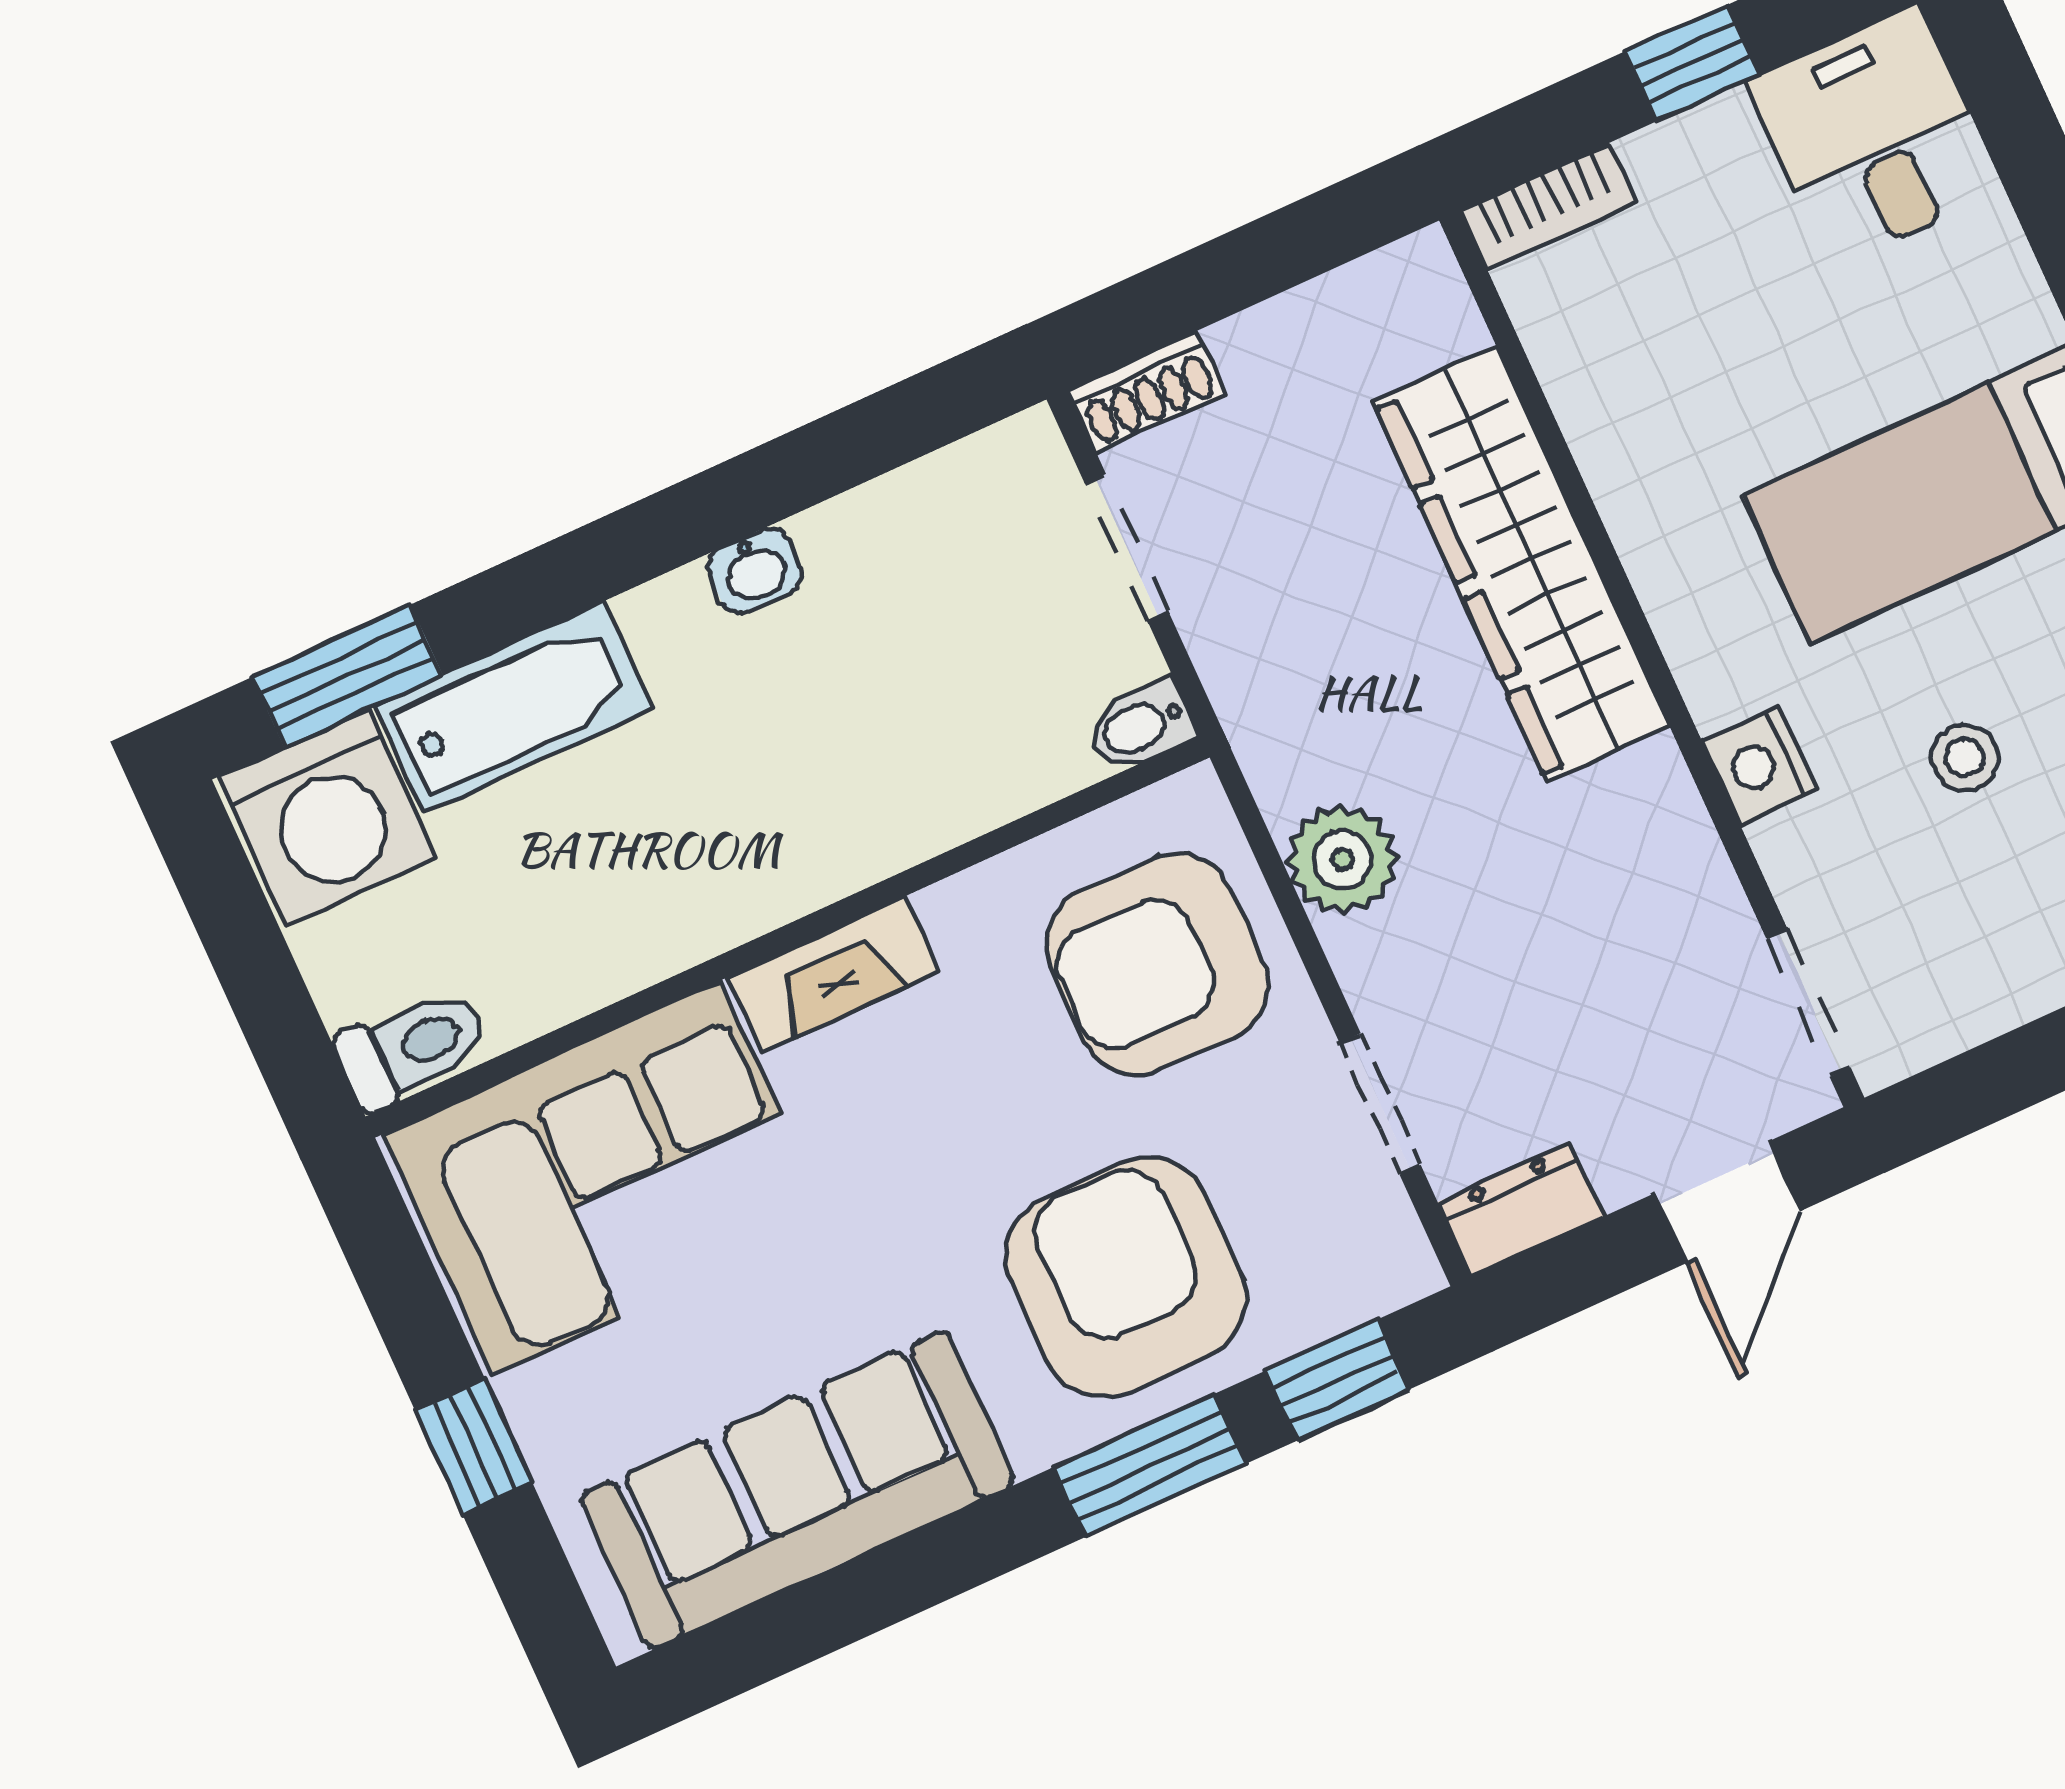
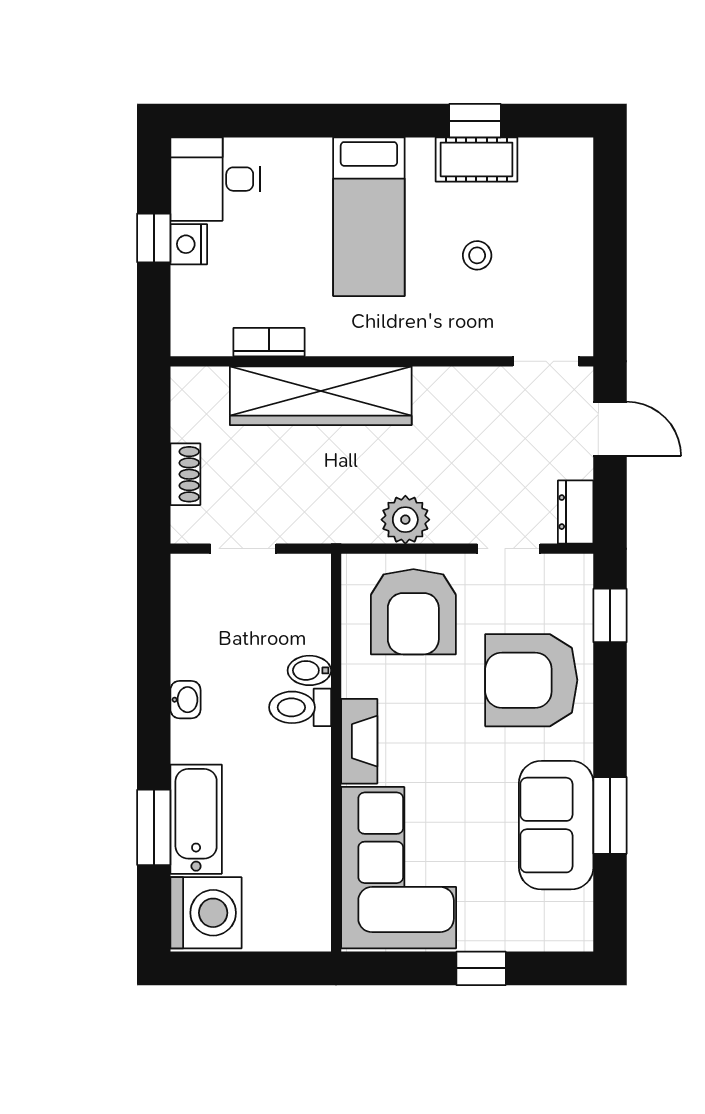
bookcase: (1548, 207) -> (269, 342), moved, turned -90
shoe rack: (1146, 392) -> (185, 474), moved
window: (347, 676) -> (154, 827), moved
bidet: (1140, 726) -> (309, 670), moved, turned 90
nightstand: (1759, 765) -> (189, 244), moved, turned 90
toilet: (412, 1048) -> (300, 707), moved, turned -90
window: (1150, 1465) -> (610, 815), moved
sofa: (797, 1490) -> (556, 825), width x0.73

